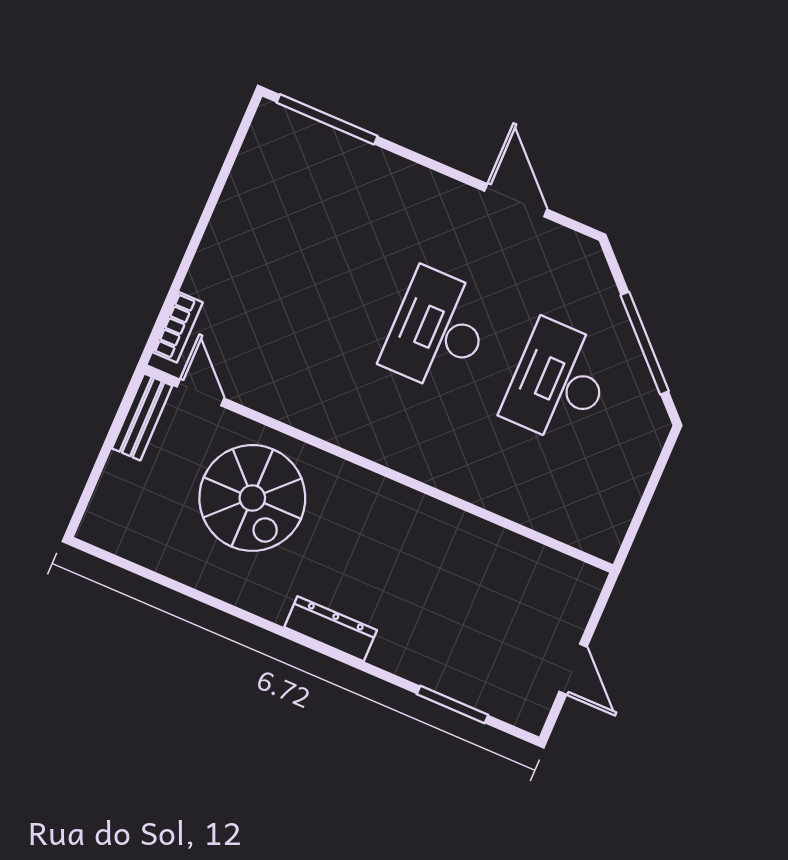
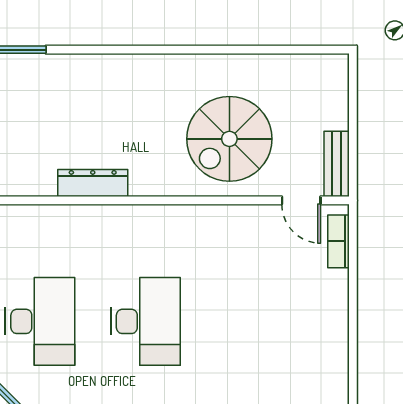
spiral stairs: (252, 498) -> (229, 139), turned -90
dresser: (331, 629) -> (93, 183), moved, turned 180

